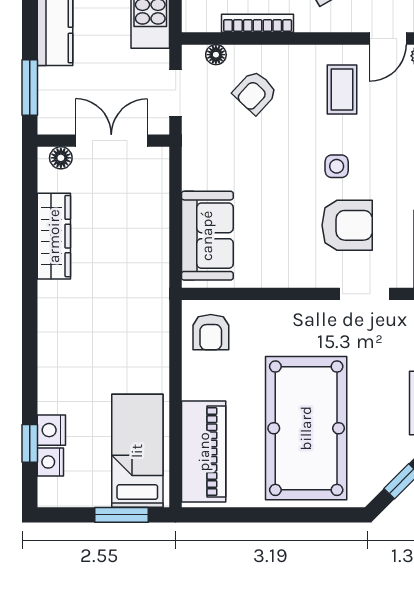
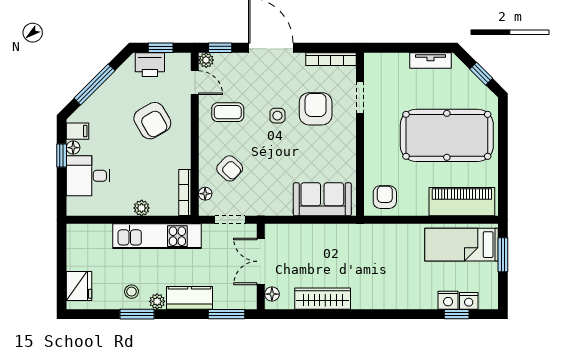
bookcase: (258, 23) -> (185, 192), moved
armchair: (211, 332) -> (385, 197), turned -90

